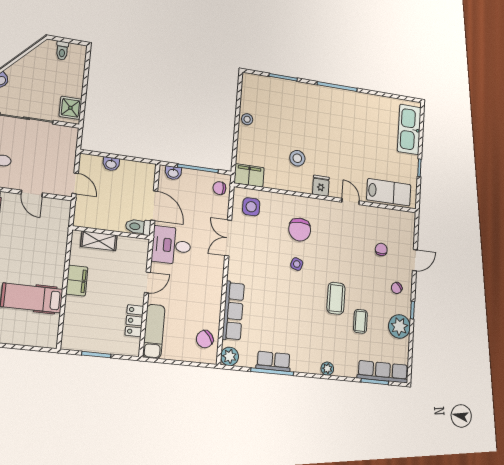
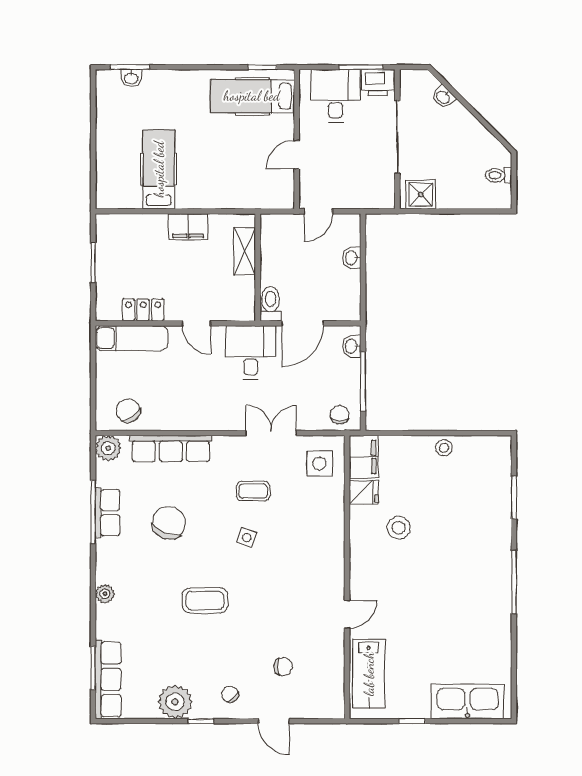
fridge: (321, 186) -> (364, 492), moved
chair: (300, 230) -> (169, 523), moved, turned 112
coffee table: (360, 321) -> (253, 491), moved

